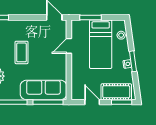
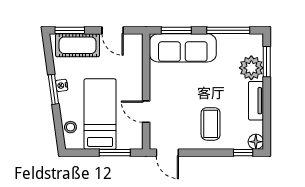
door: (69, 46) -> (146, 112), swing flipped
coffee table: (21, 52) -> (211, 124), moved
window: (48, 102) -> (176, 30), width x0.69

